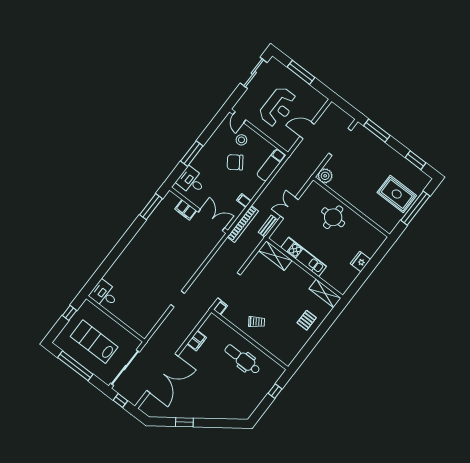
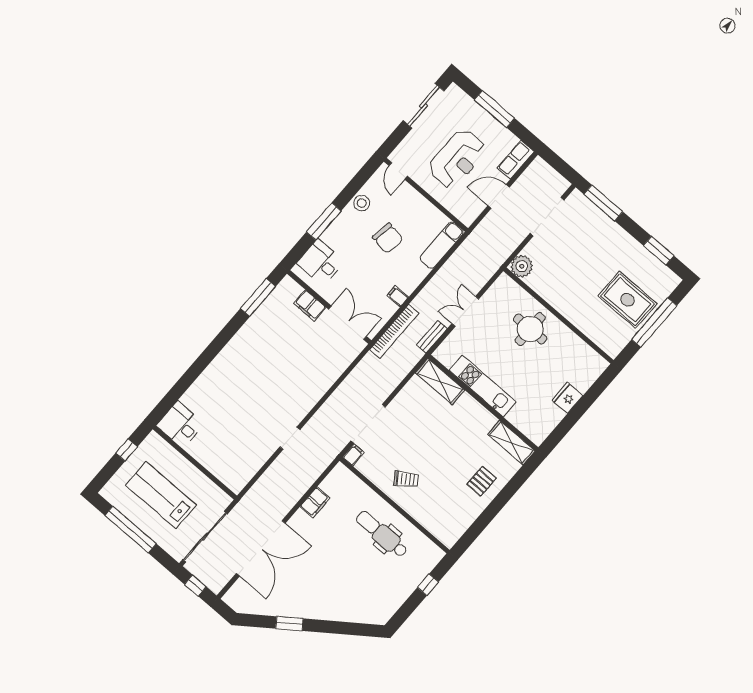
row of seats: (317, 105) -> (516, 160), added
stool: (241, 140) -> (362, 203), moved
chair: (235, 162) -> (388, 238), turned -136

